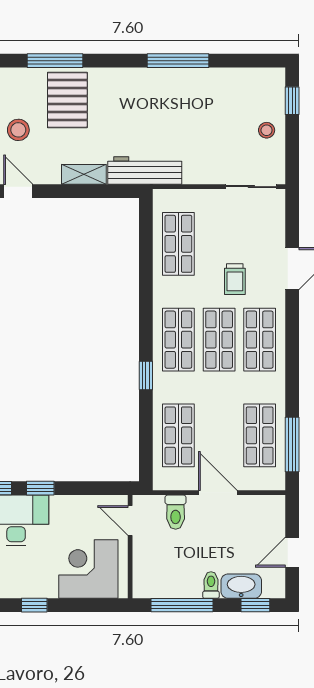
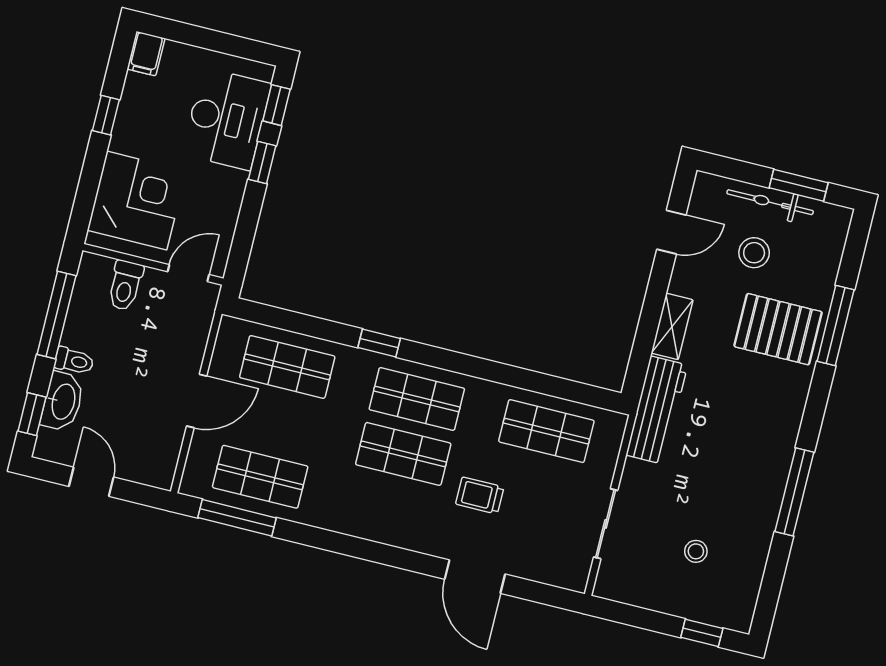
stool: (267, 130) -> (696, 551), moved
sliding door: (251, 187) -> (606, 524), moved
shop shelf: (260, 340) -> (390, 509), removed
toilet: (176, 512) -> (125, 285), moved, turned -90

